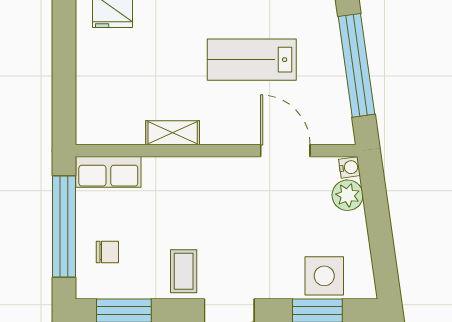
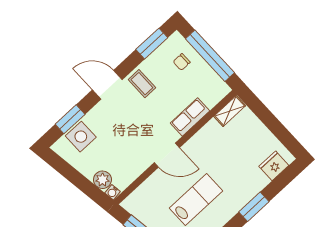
shelving: (173, 133) -> (230, 111), moved
door: (285, 151) -> (167, 155), moved
row of seats: (108, 172) -> (190, 117), moved

